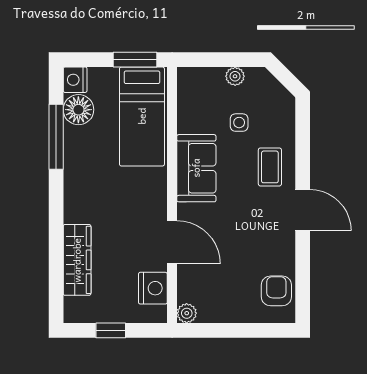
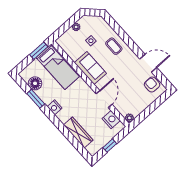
nightstand: (75, 80) -> (55, 107), moved
window: (56, 137) -> (36, 99), width x0.69
door: (303, 210) -> (148, 63), moved
door: (172, 242) -> (104, 99), hinge flipped

